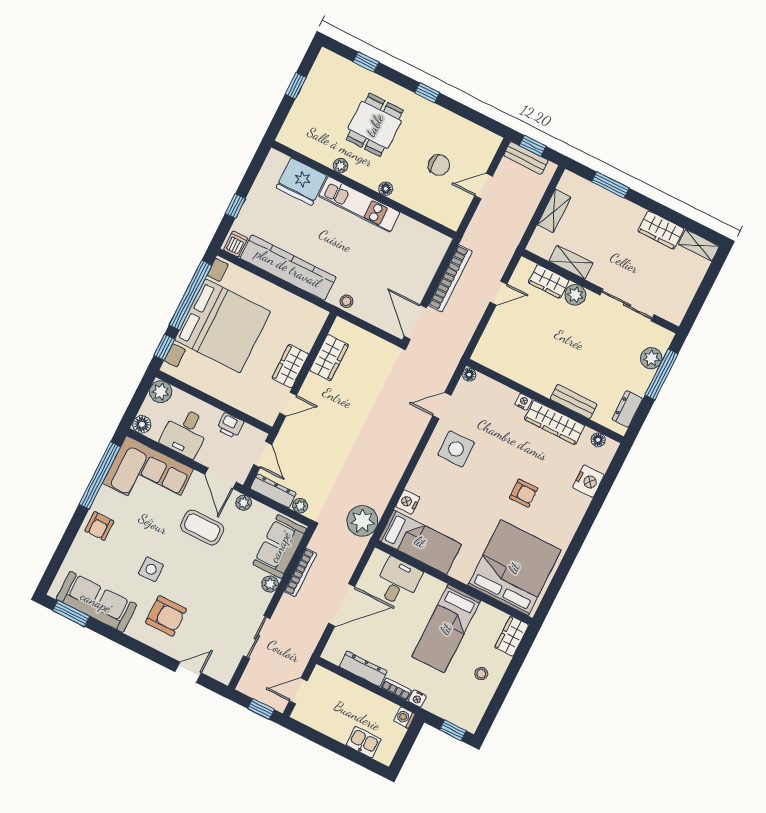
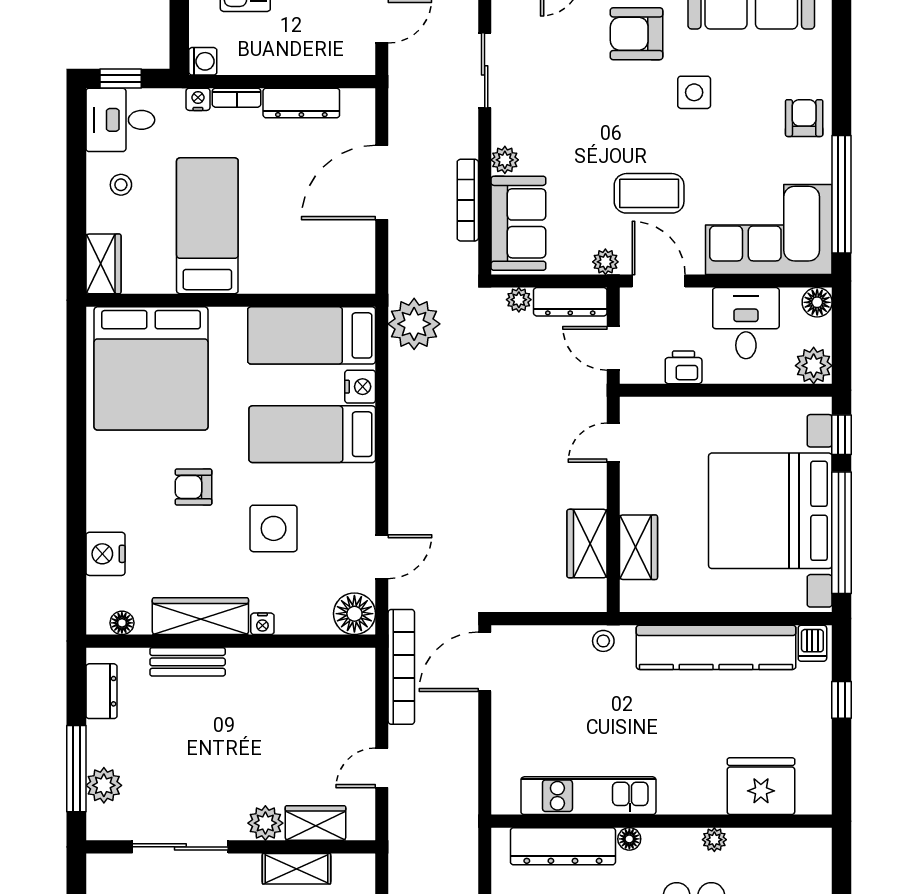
dresser: (423, 203) -> (563, 846), added
kitchen unit: (359, 204) -> (588, 796), moved
bookcase: (450, 278) -> (401, 667), moved, turned 180
door: (415, 322) -> (485, 662), swing flipped
wardrobe: (290, 366) -> (639, 547), moved
floor lamp: (469, 375) -> (354, 614), width x1.89, depth x1.89
side table: (456, 449) -> (274, 528), moved
bed: (446, 489) -> (312, 434), added
desk: (398, 582) -> (120, 120), moved, turned 90

